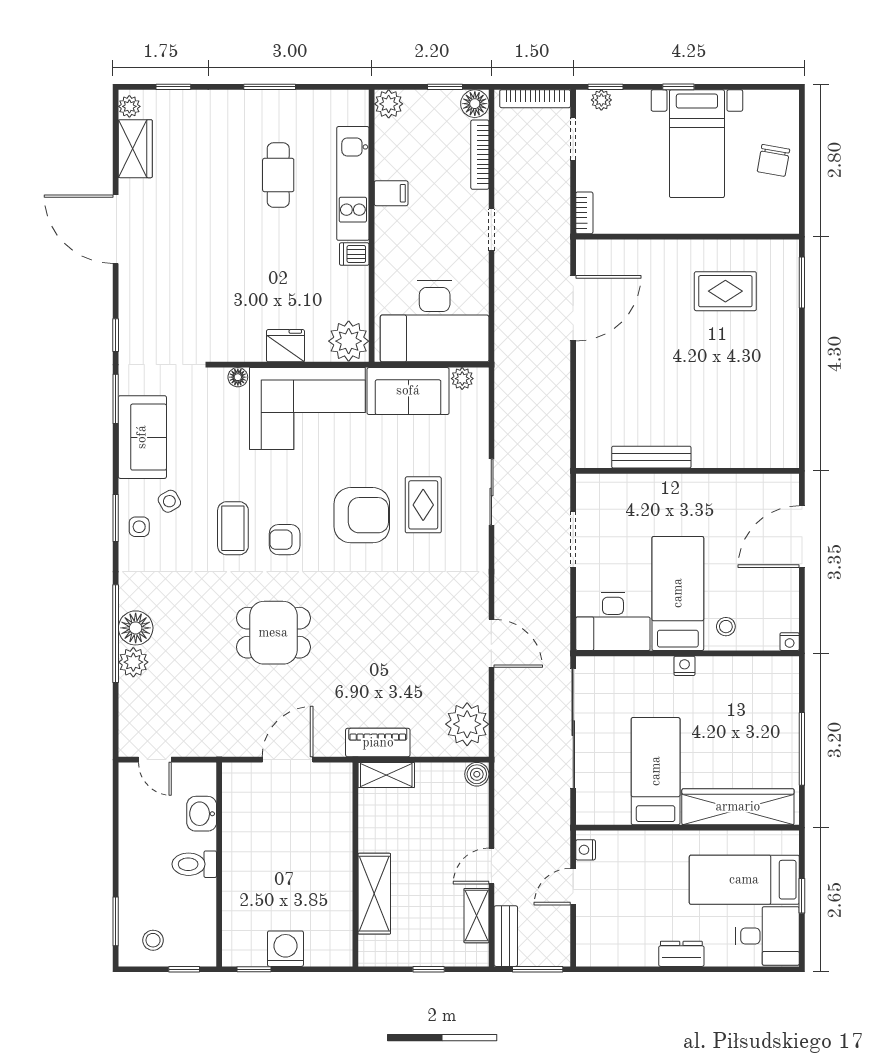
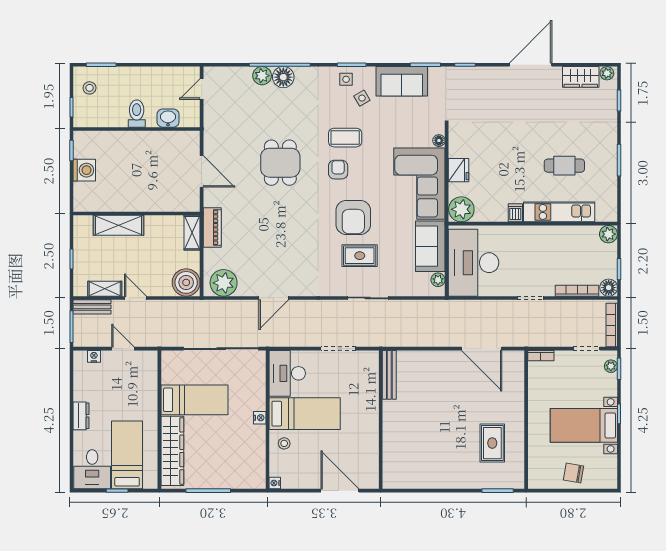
filing cabinet: (391, 193) -> (553, 236), removed
bench: (651, 457) -> (389, 375), moved
boiler: (477, 774) -> (186, 282), width x1.86, depth x1.86
nightstand: (586, 850) -> (94, 356), moved

